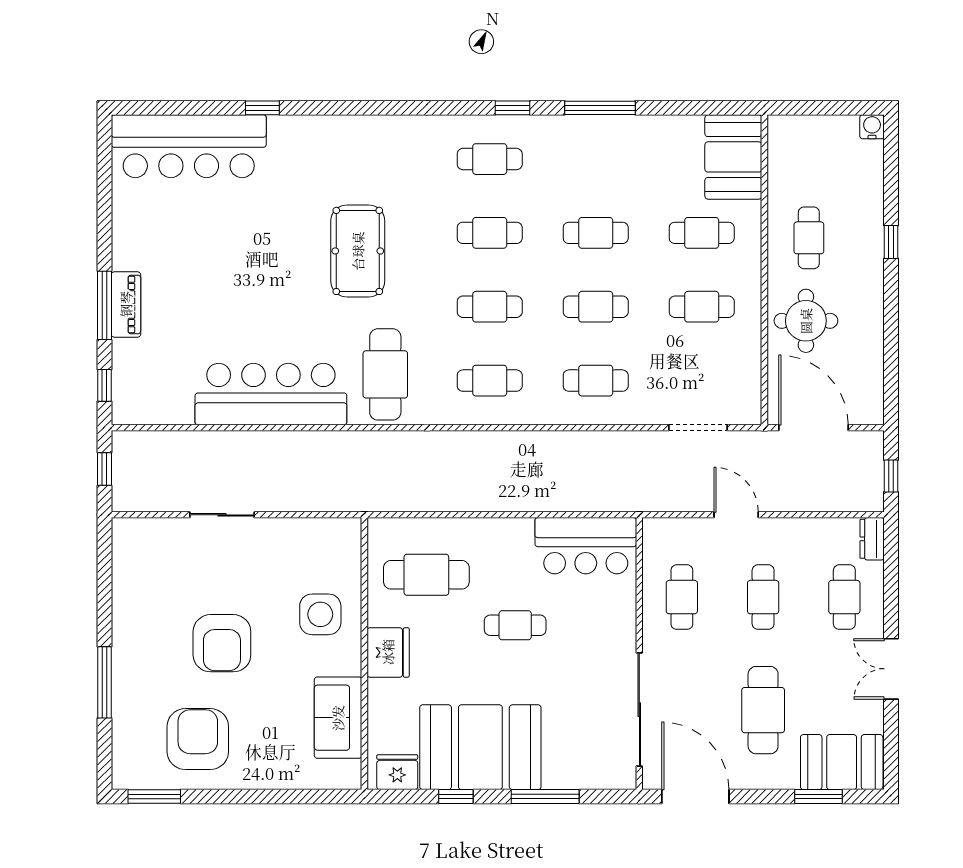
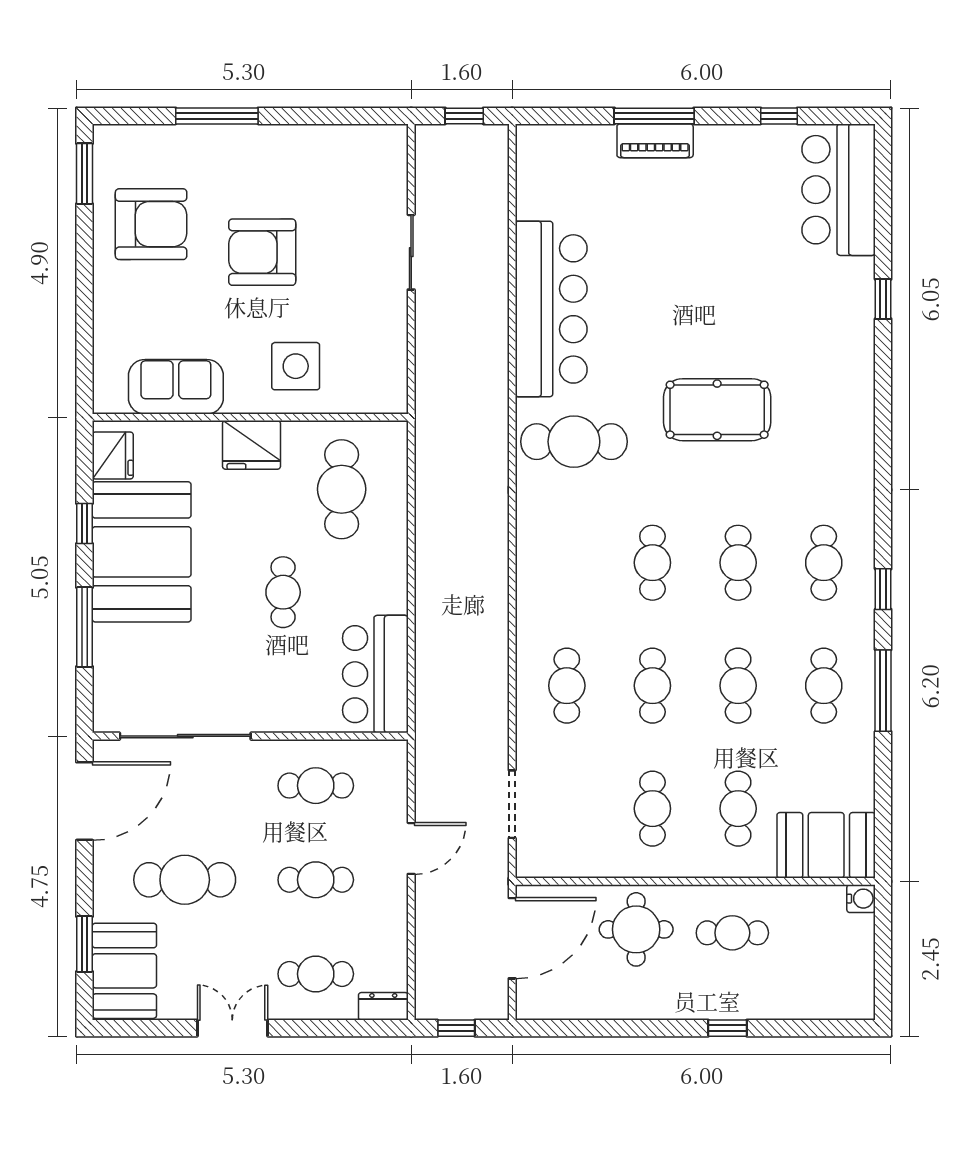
water cooler: (872, 127) -> (861, 899), moved
bar counter: (189, 146) -> (839, 190), width x0.73
cafe table: (490, 381) -> (824, 686), moved
window: (104, 385) -> (779, 116), moved

